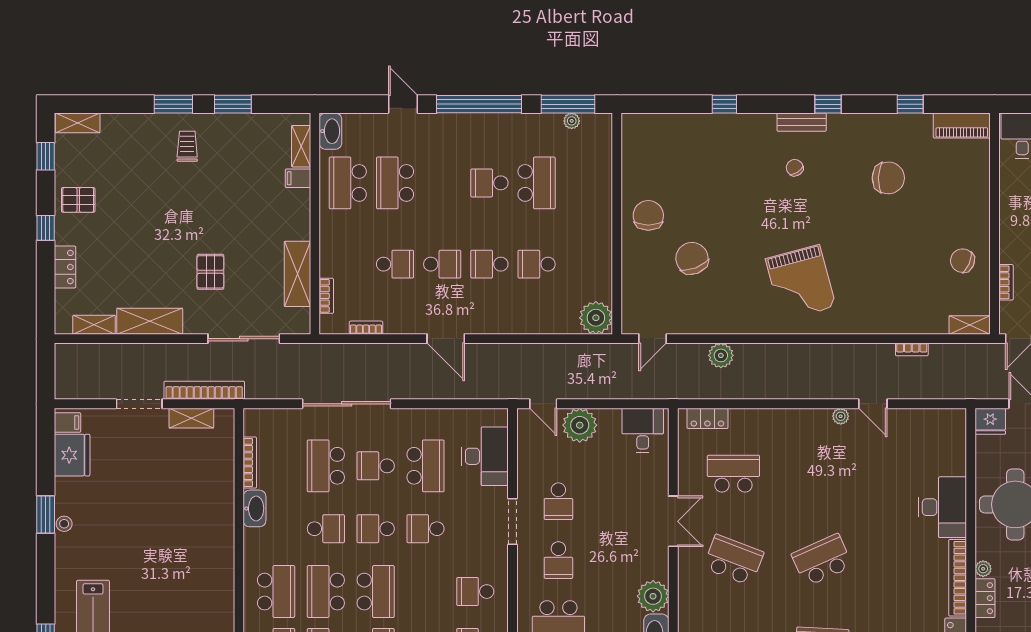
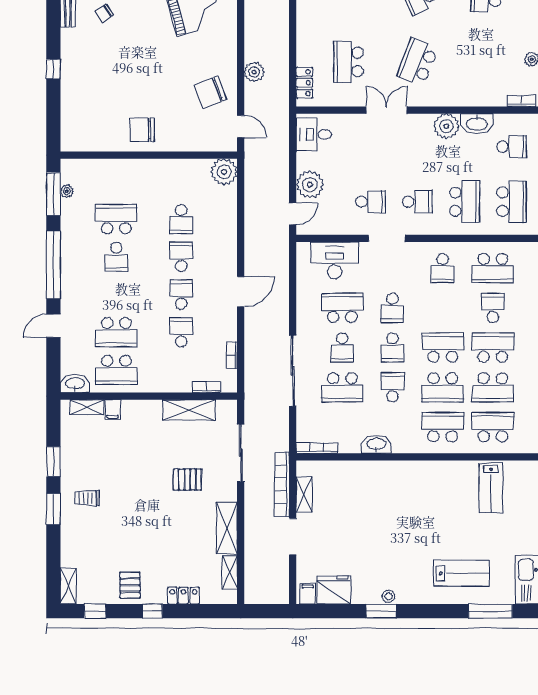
chair: (692, 258) -> (210, 92), moved
school desk: (489, 264) -> (181, 257), turned 180
bookcase: (250, 463) -> (317, 448), moved

